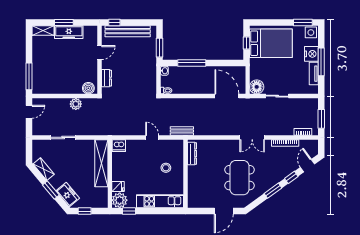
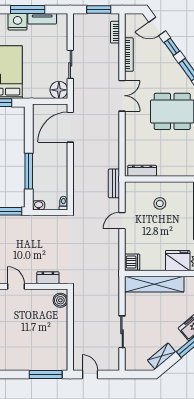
plant: (76, 104) -> (80, 316), removed
fridge: (118, 187) -> (178, 261), width x1.88, depth x1.34

